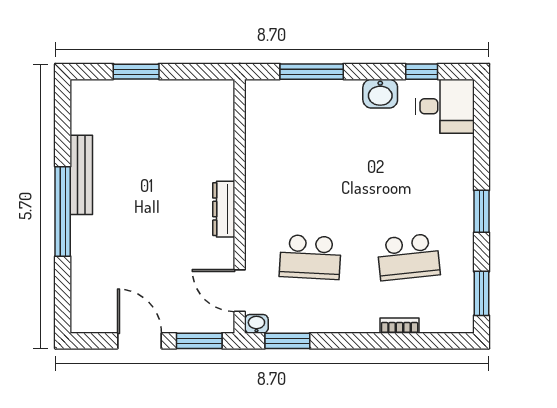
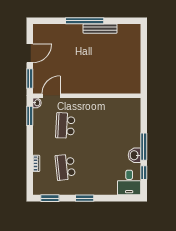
window: (136, 72) -> (144, 52), removed
window: (312, 72) -> (144, 147), moved
dresser: (224, 209) -> (86, 89), removed

